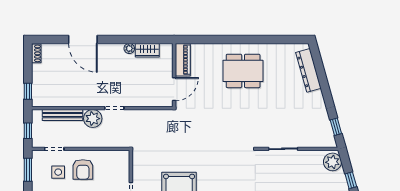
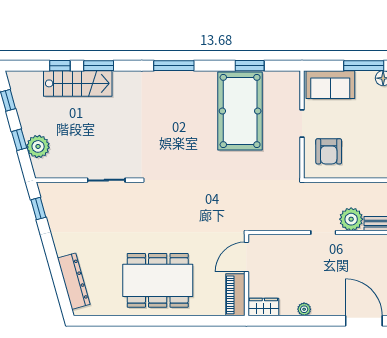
wardrobe: (147, 50) -> (263, 307), moved
dining table: (243, 71) -> (158, 280), width x1.36, depth x1.24
plant: (332, 162) -> (38, 146), moved
armchair: (83, 169) -> (329, 151), moved, turned 180

